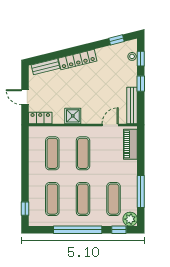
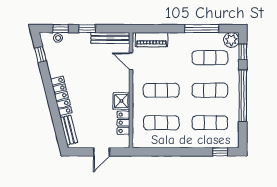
locker: (40, 118) -> (124, 123), moved

